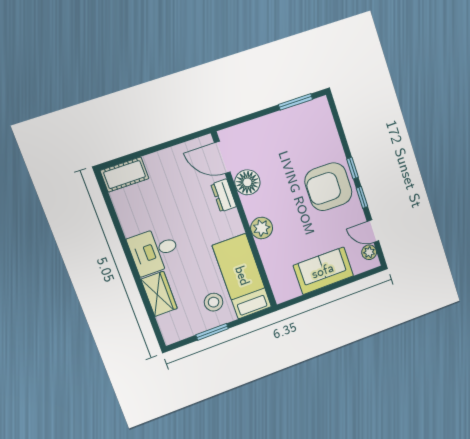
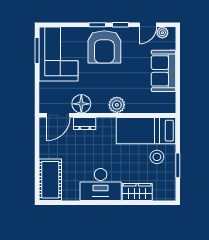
corner sofa: (300, 131) -> (59, 54), added
cot: (125, 175) -> (50, 180), width x1.37, depth x1.34
desk: (154, 251) -> (101, 185), width x1.37

